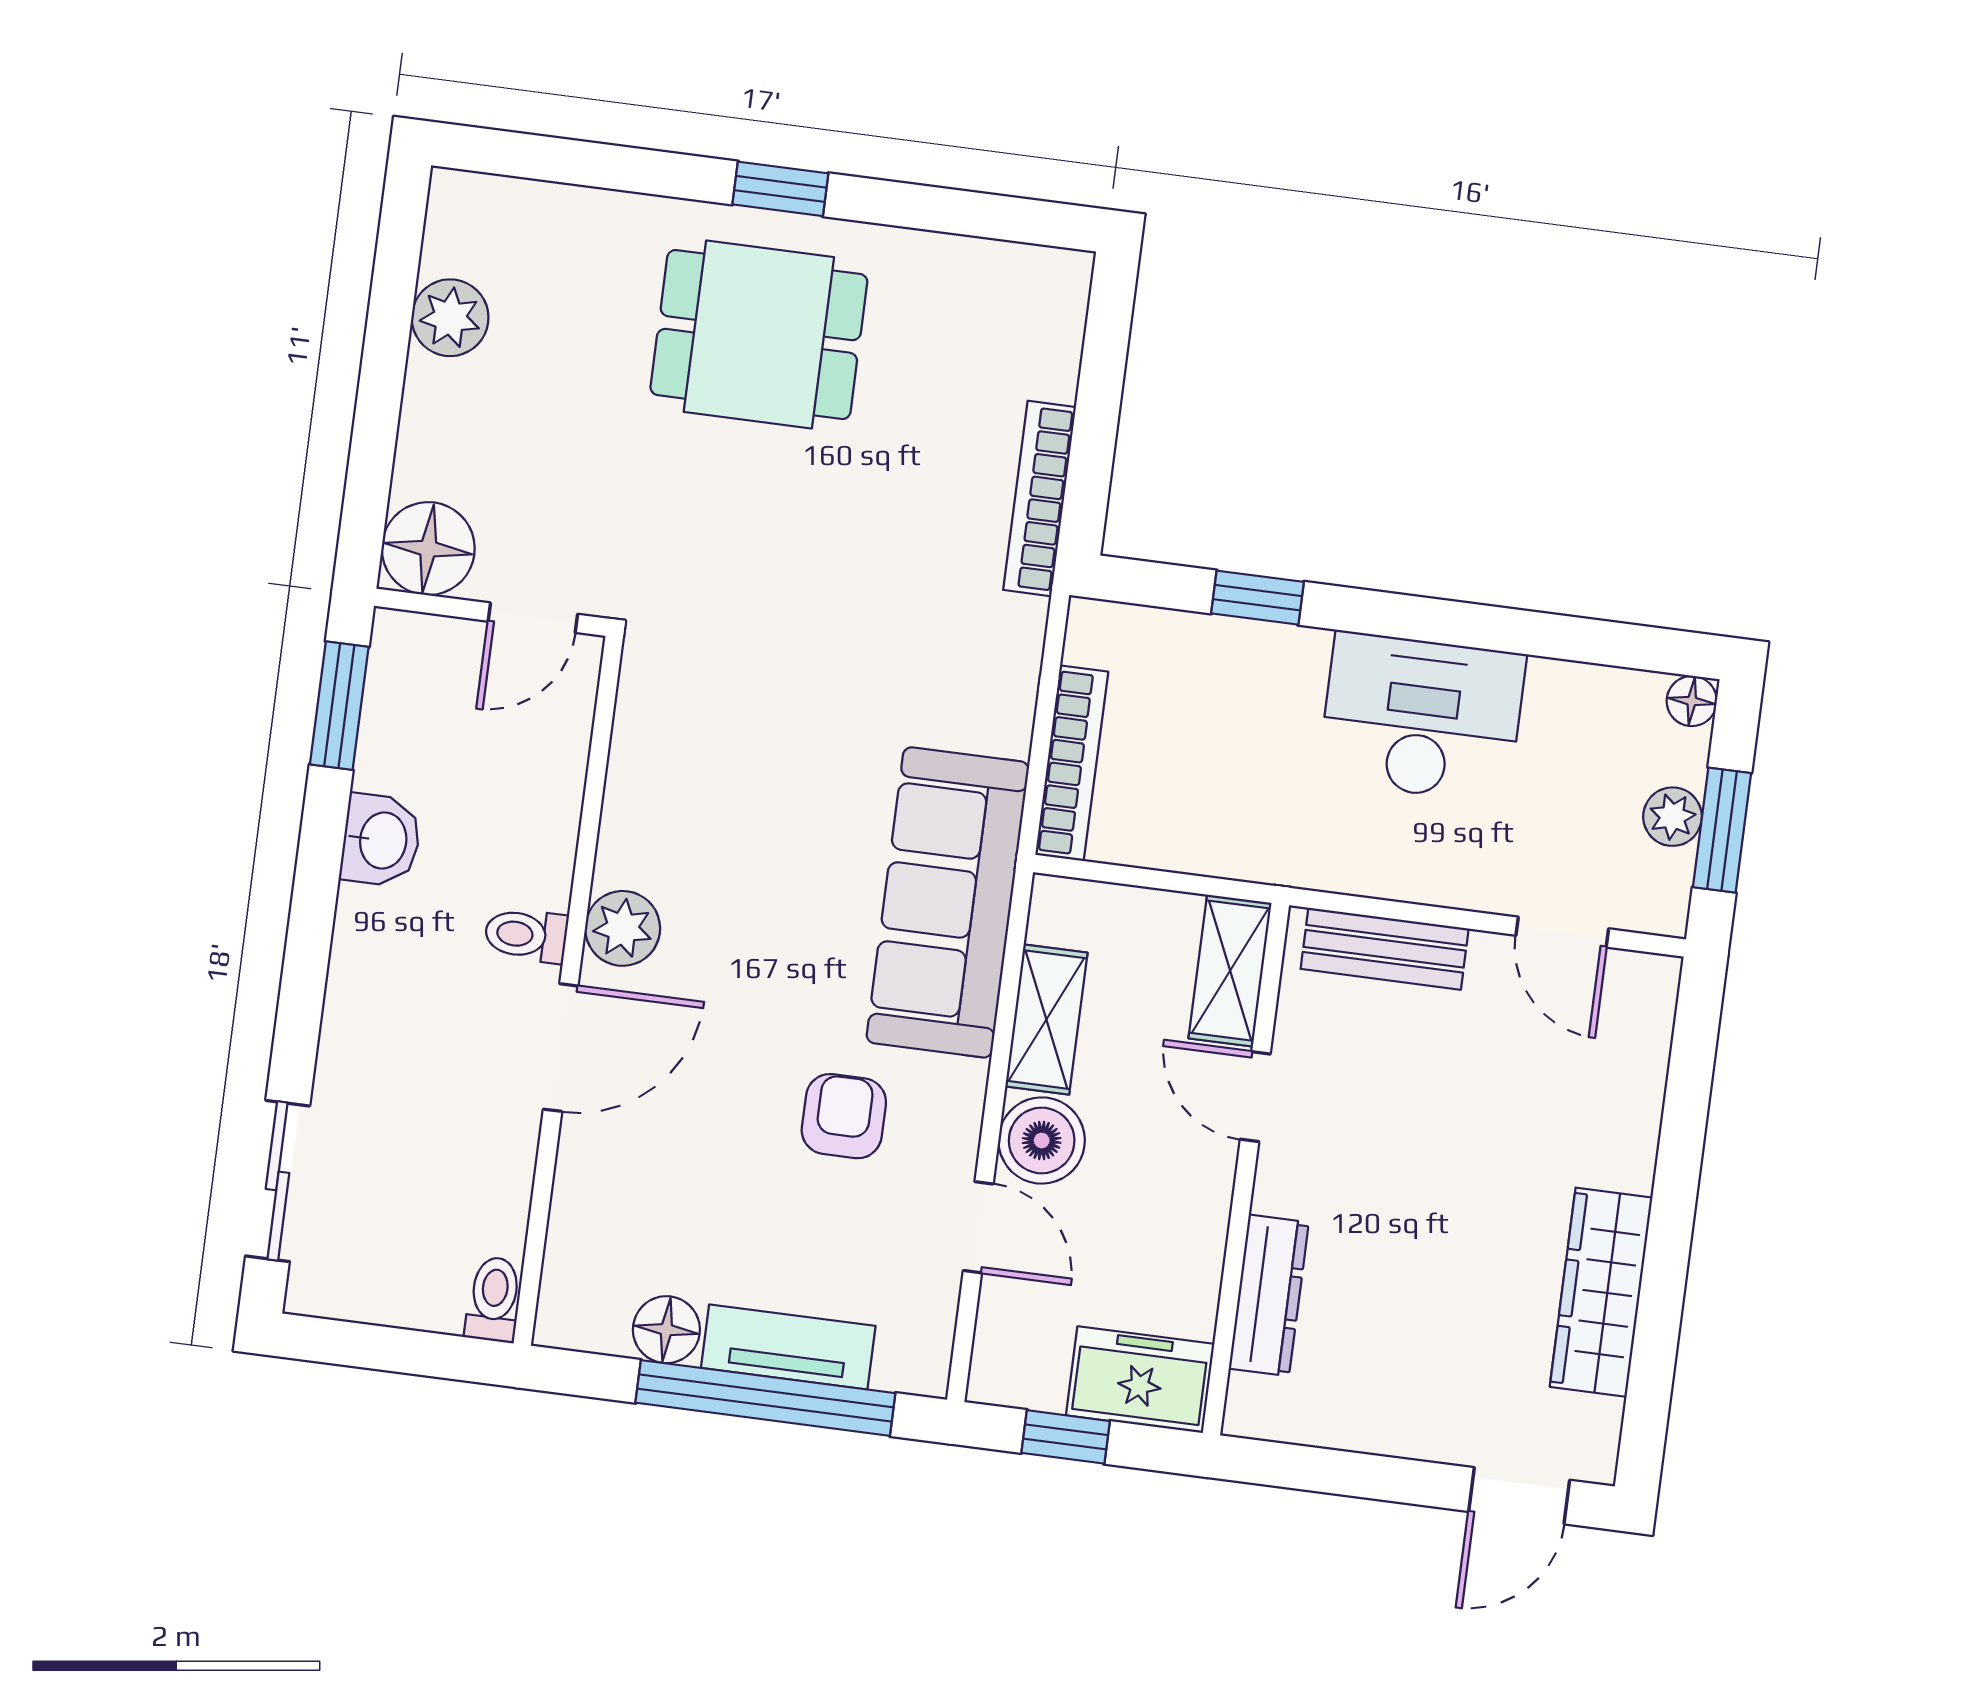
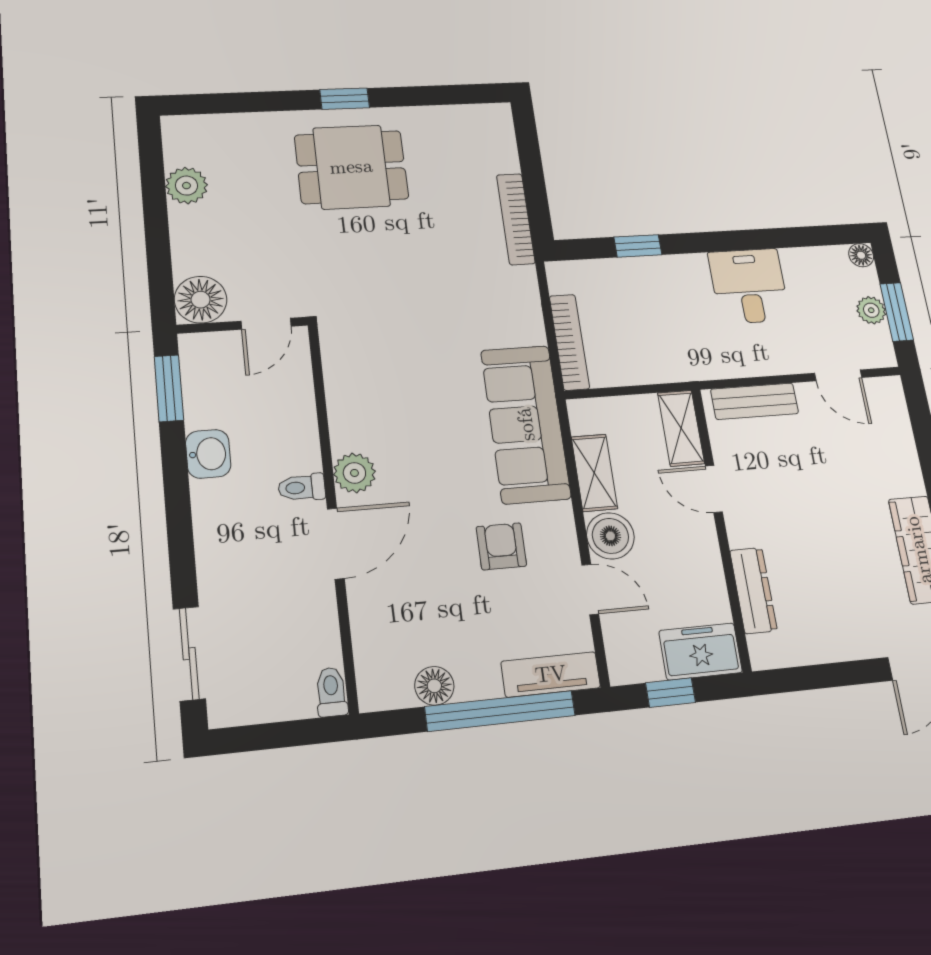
desk: (1422, 717) -> (749, 286), width x0.73
tv unit: (788, 1347) -> (551, 674), moved

